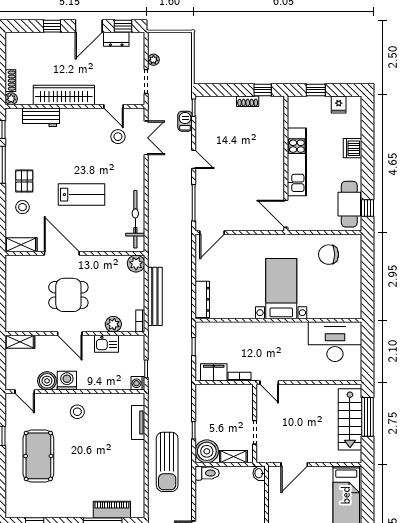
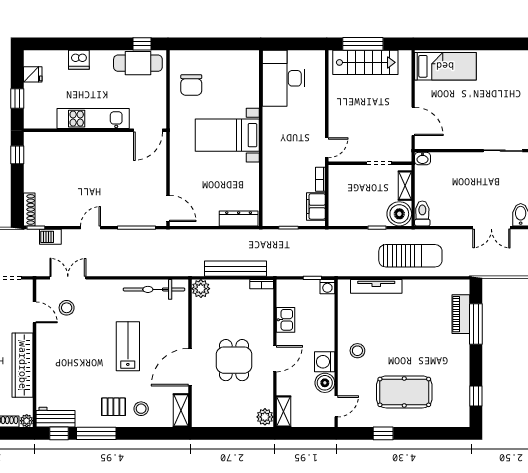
shoe rack: (248, 101) -> (29, 209), moved, width x1.43
door: (114, 106) -> (35, 312), hinge flipped
workbench: (41, 117) -> (55, 417), moved, turned -90
plant: (113, 324) -> (265, 417), moved
tv unit: (138, 422) -> (376, 286), width x1.41

